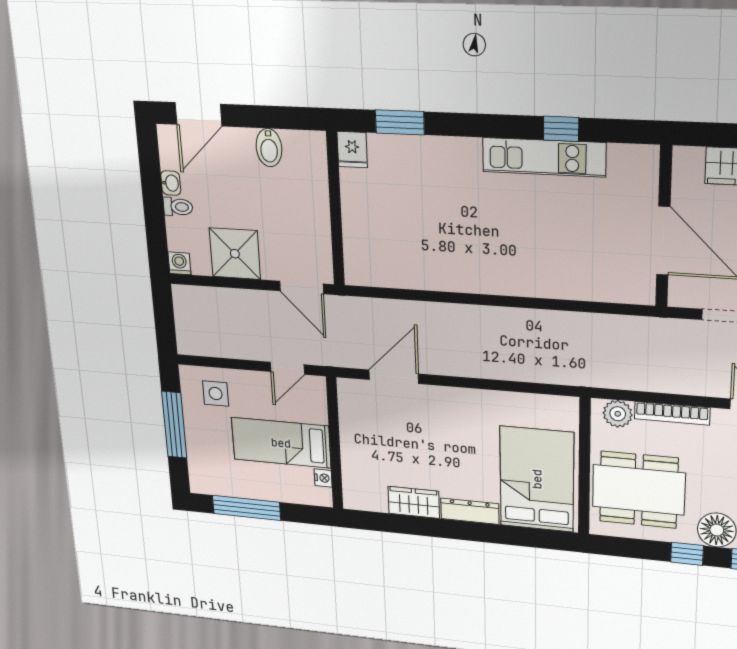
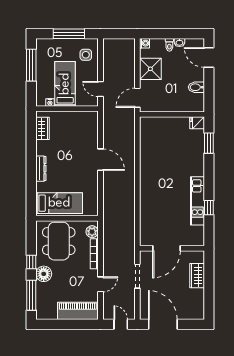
door: (394, 377) -> (100, 160), moved
bed: (537, 479) -> (59, 203), width x0.67
wardrobe: (414, 502) -> (42, 128), moved

